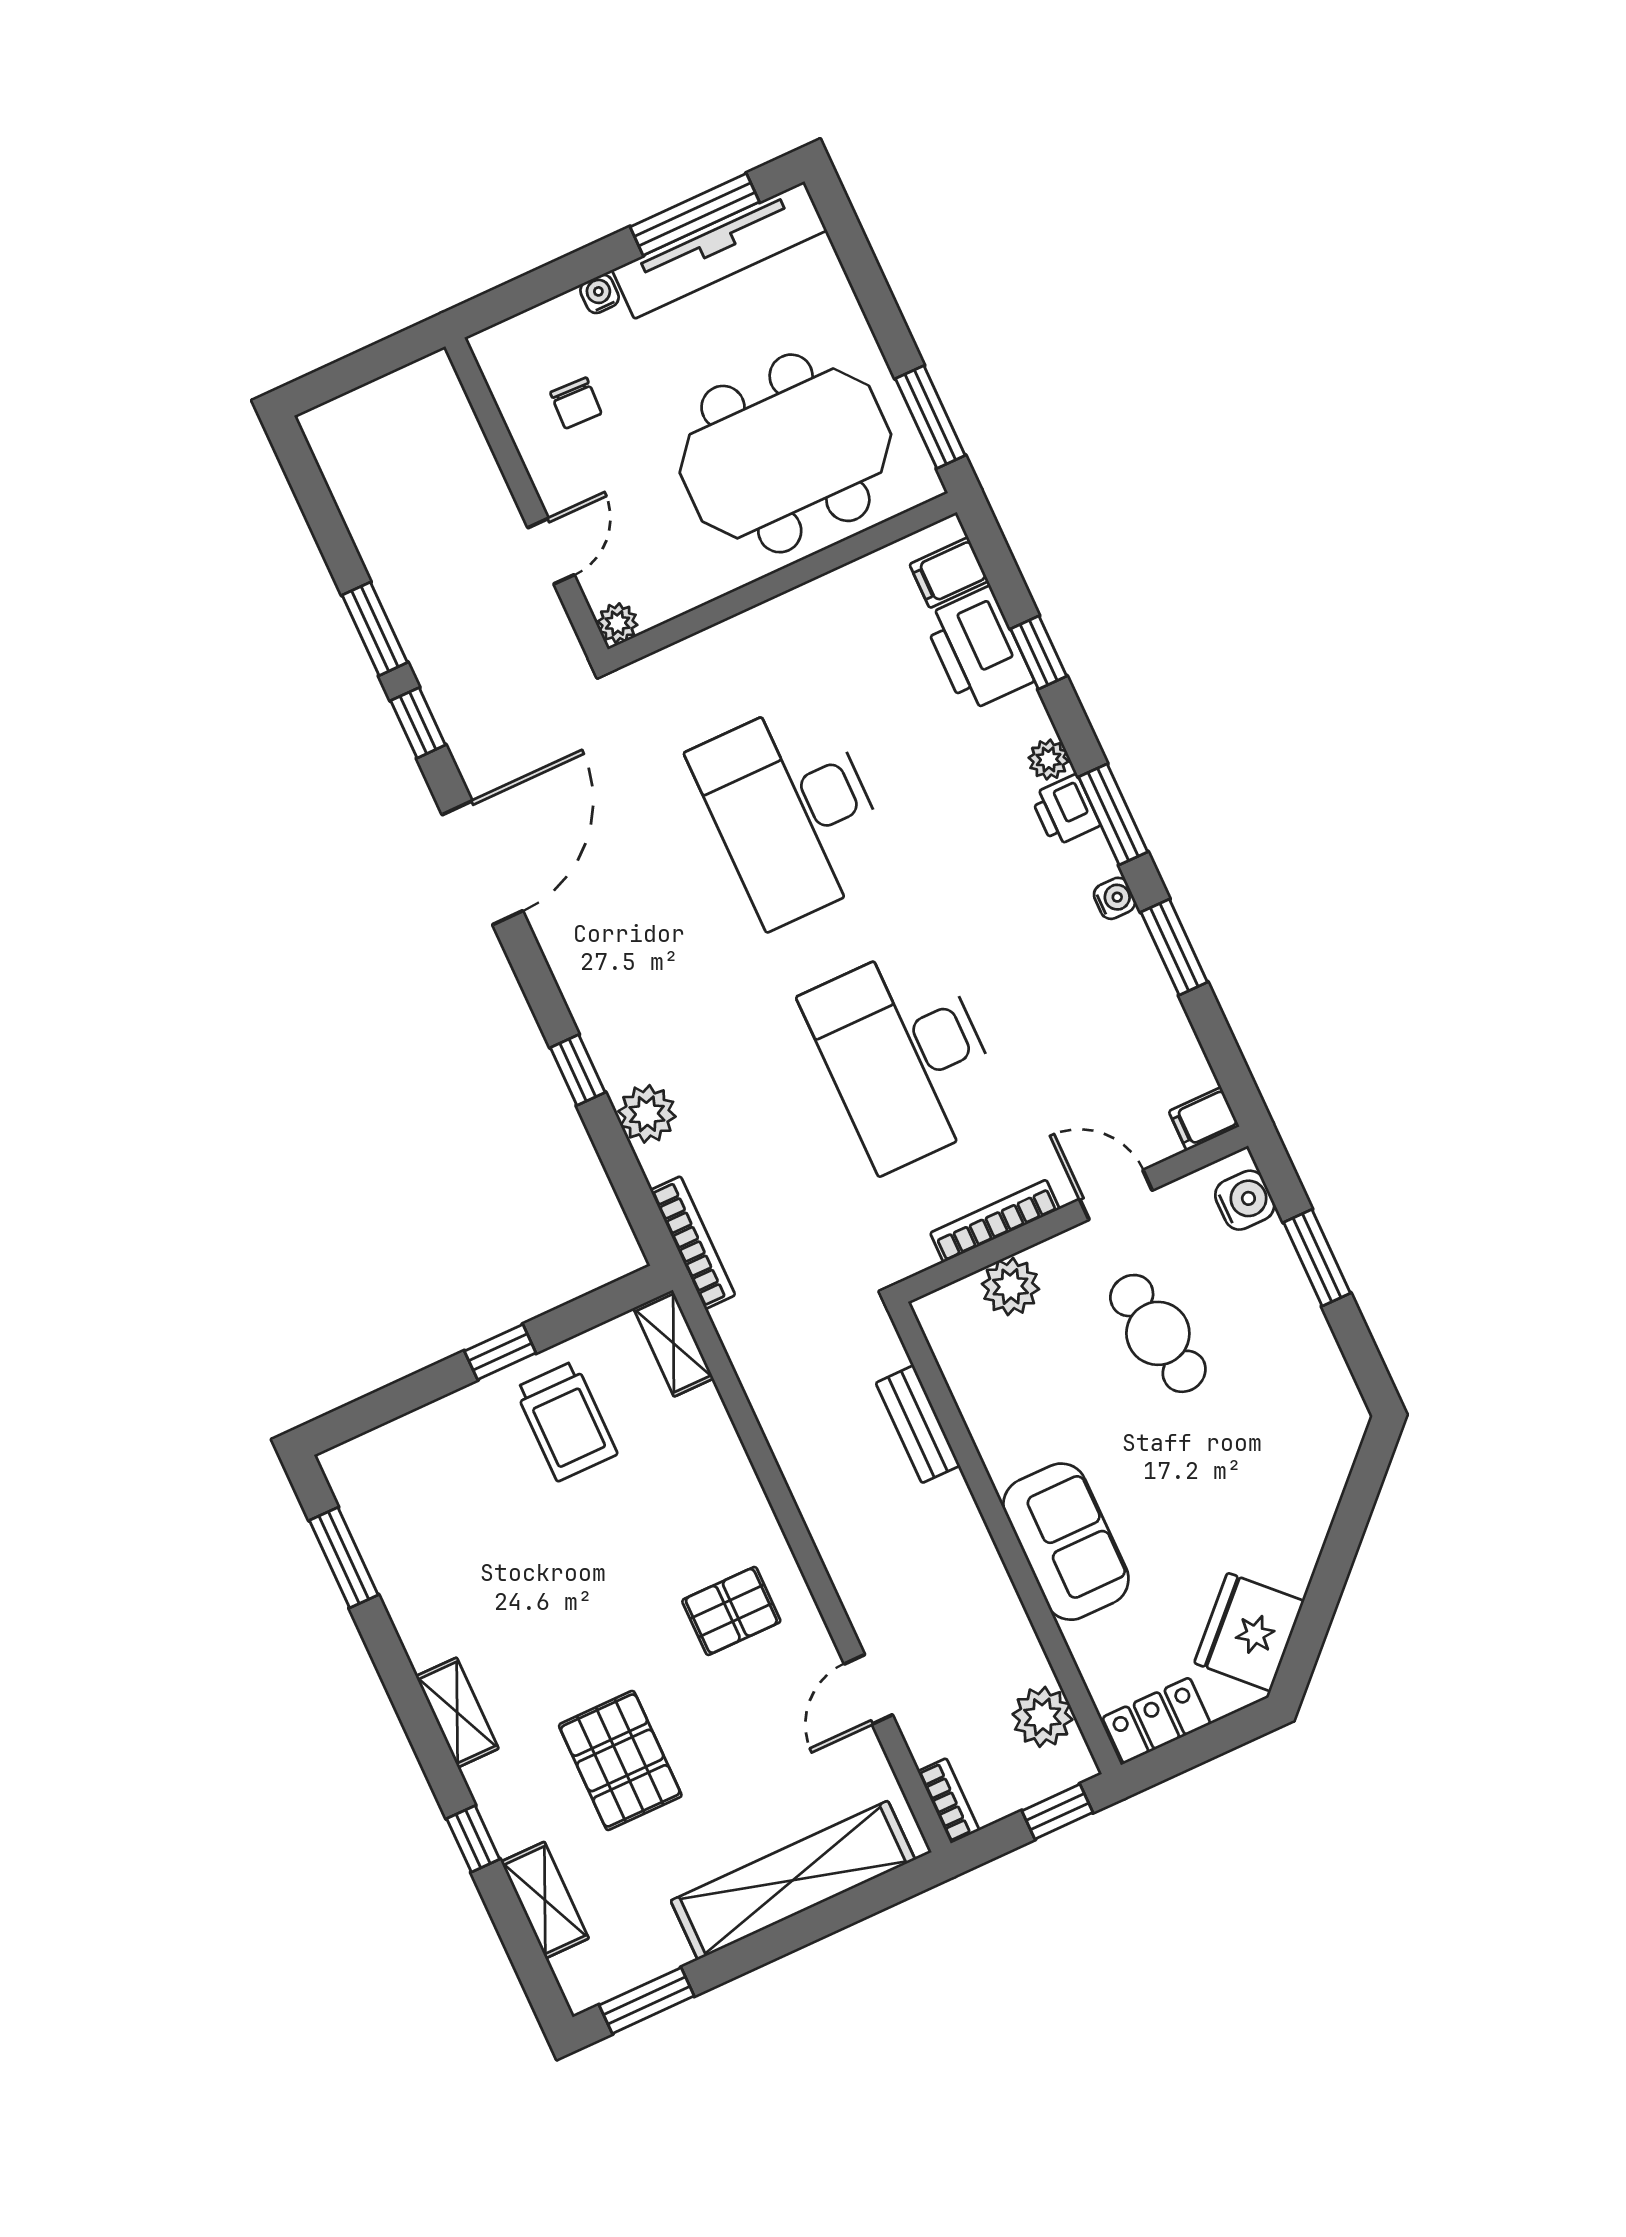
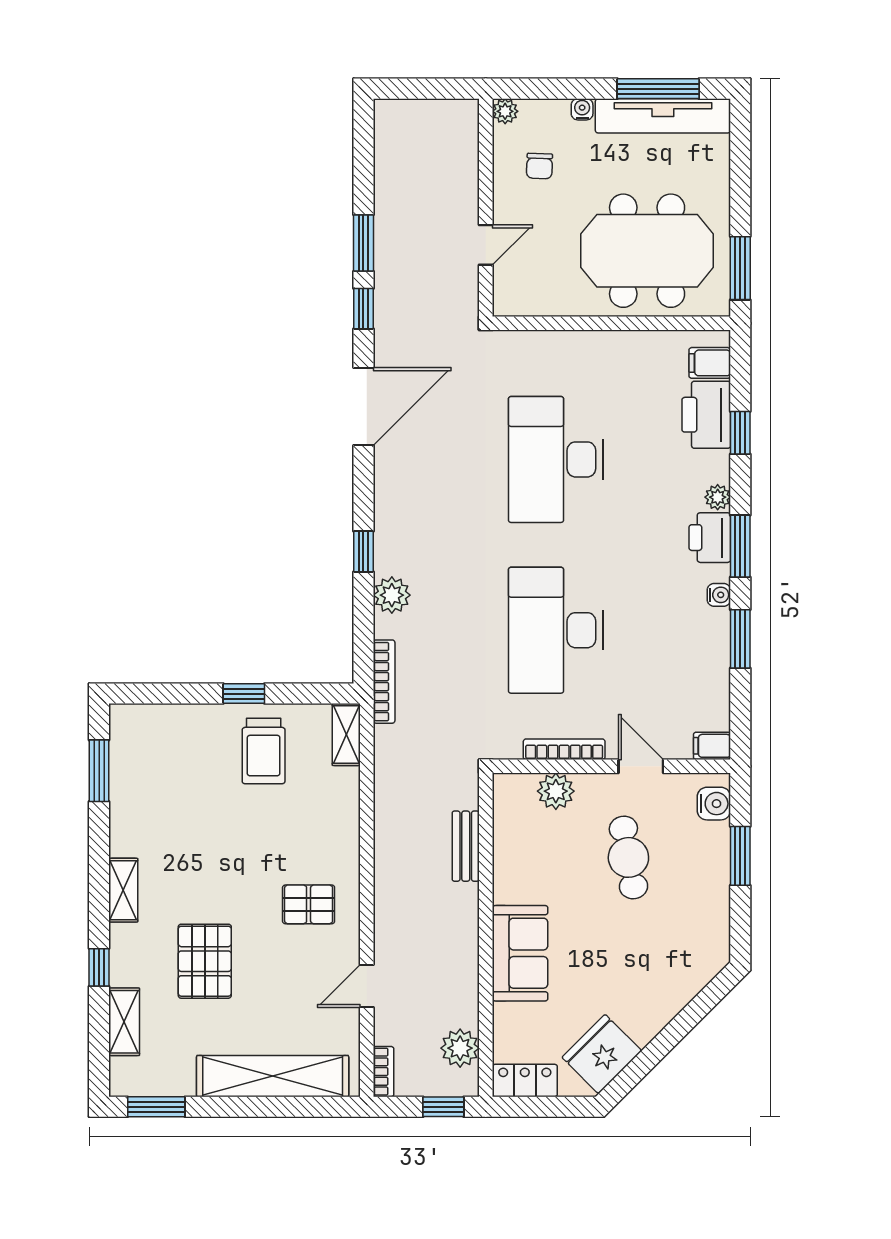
plant: (618, 623) -> (505, 111), moved
printer: (1065, 810) -> (710, 538), width x1.36, depth x1.24

